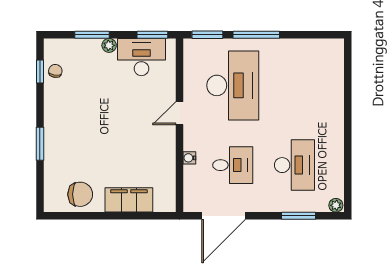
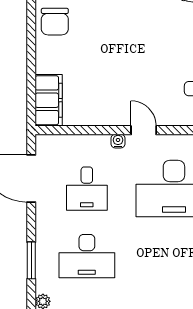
water cooler: (189, 158) -> (118, 141), moved
filing cabinet: (129, 200) -> (49, 100), moved

